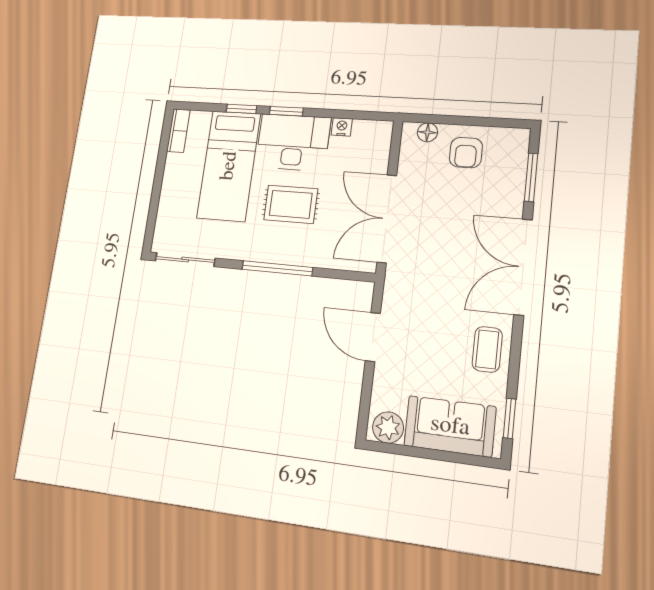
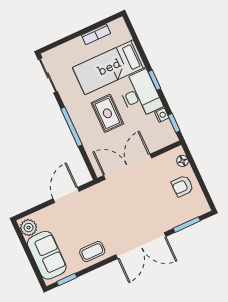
window: (242, 109) -> (174, 123), moved
bookcase: (178, 131) -> (96, 34), moved
double door: (523, 267) -> (141, 246), swing flipped

